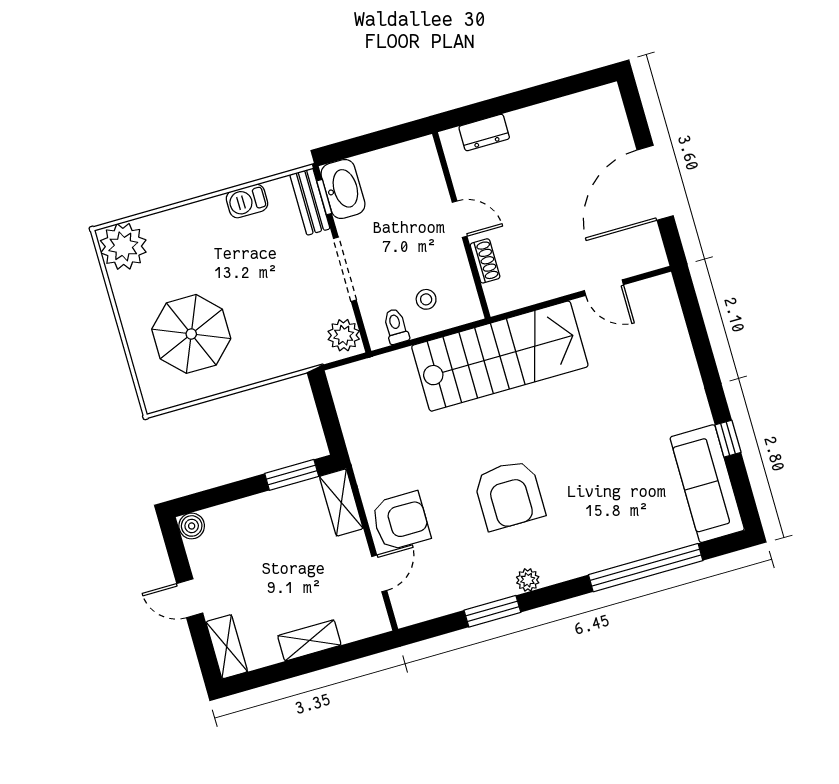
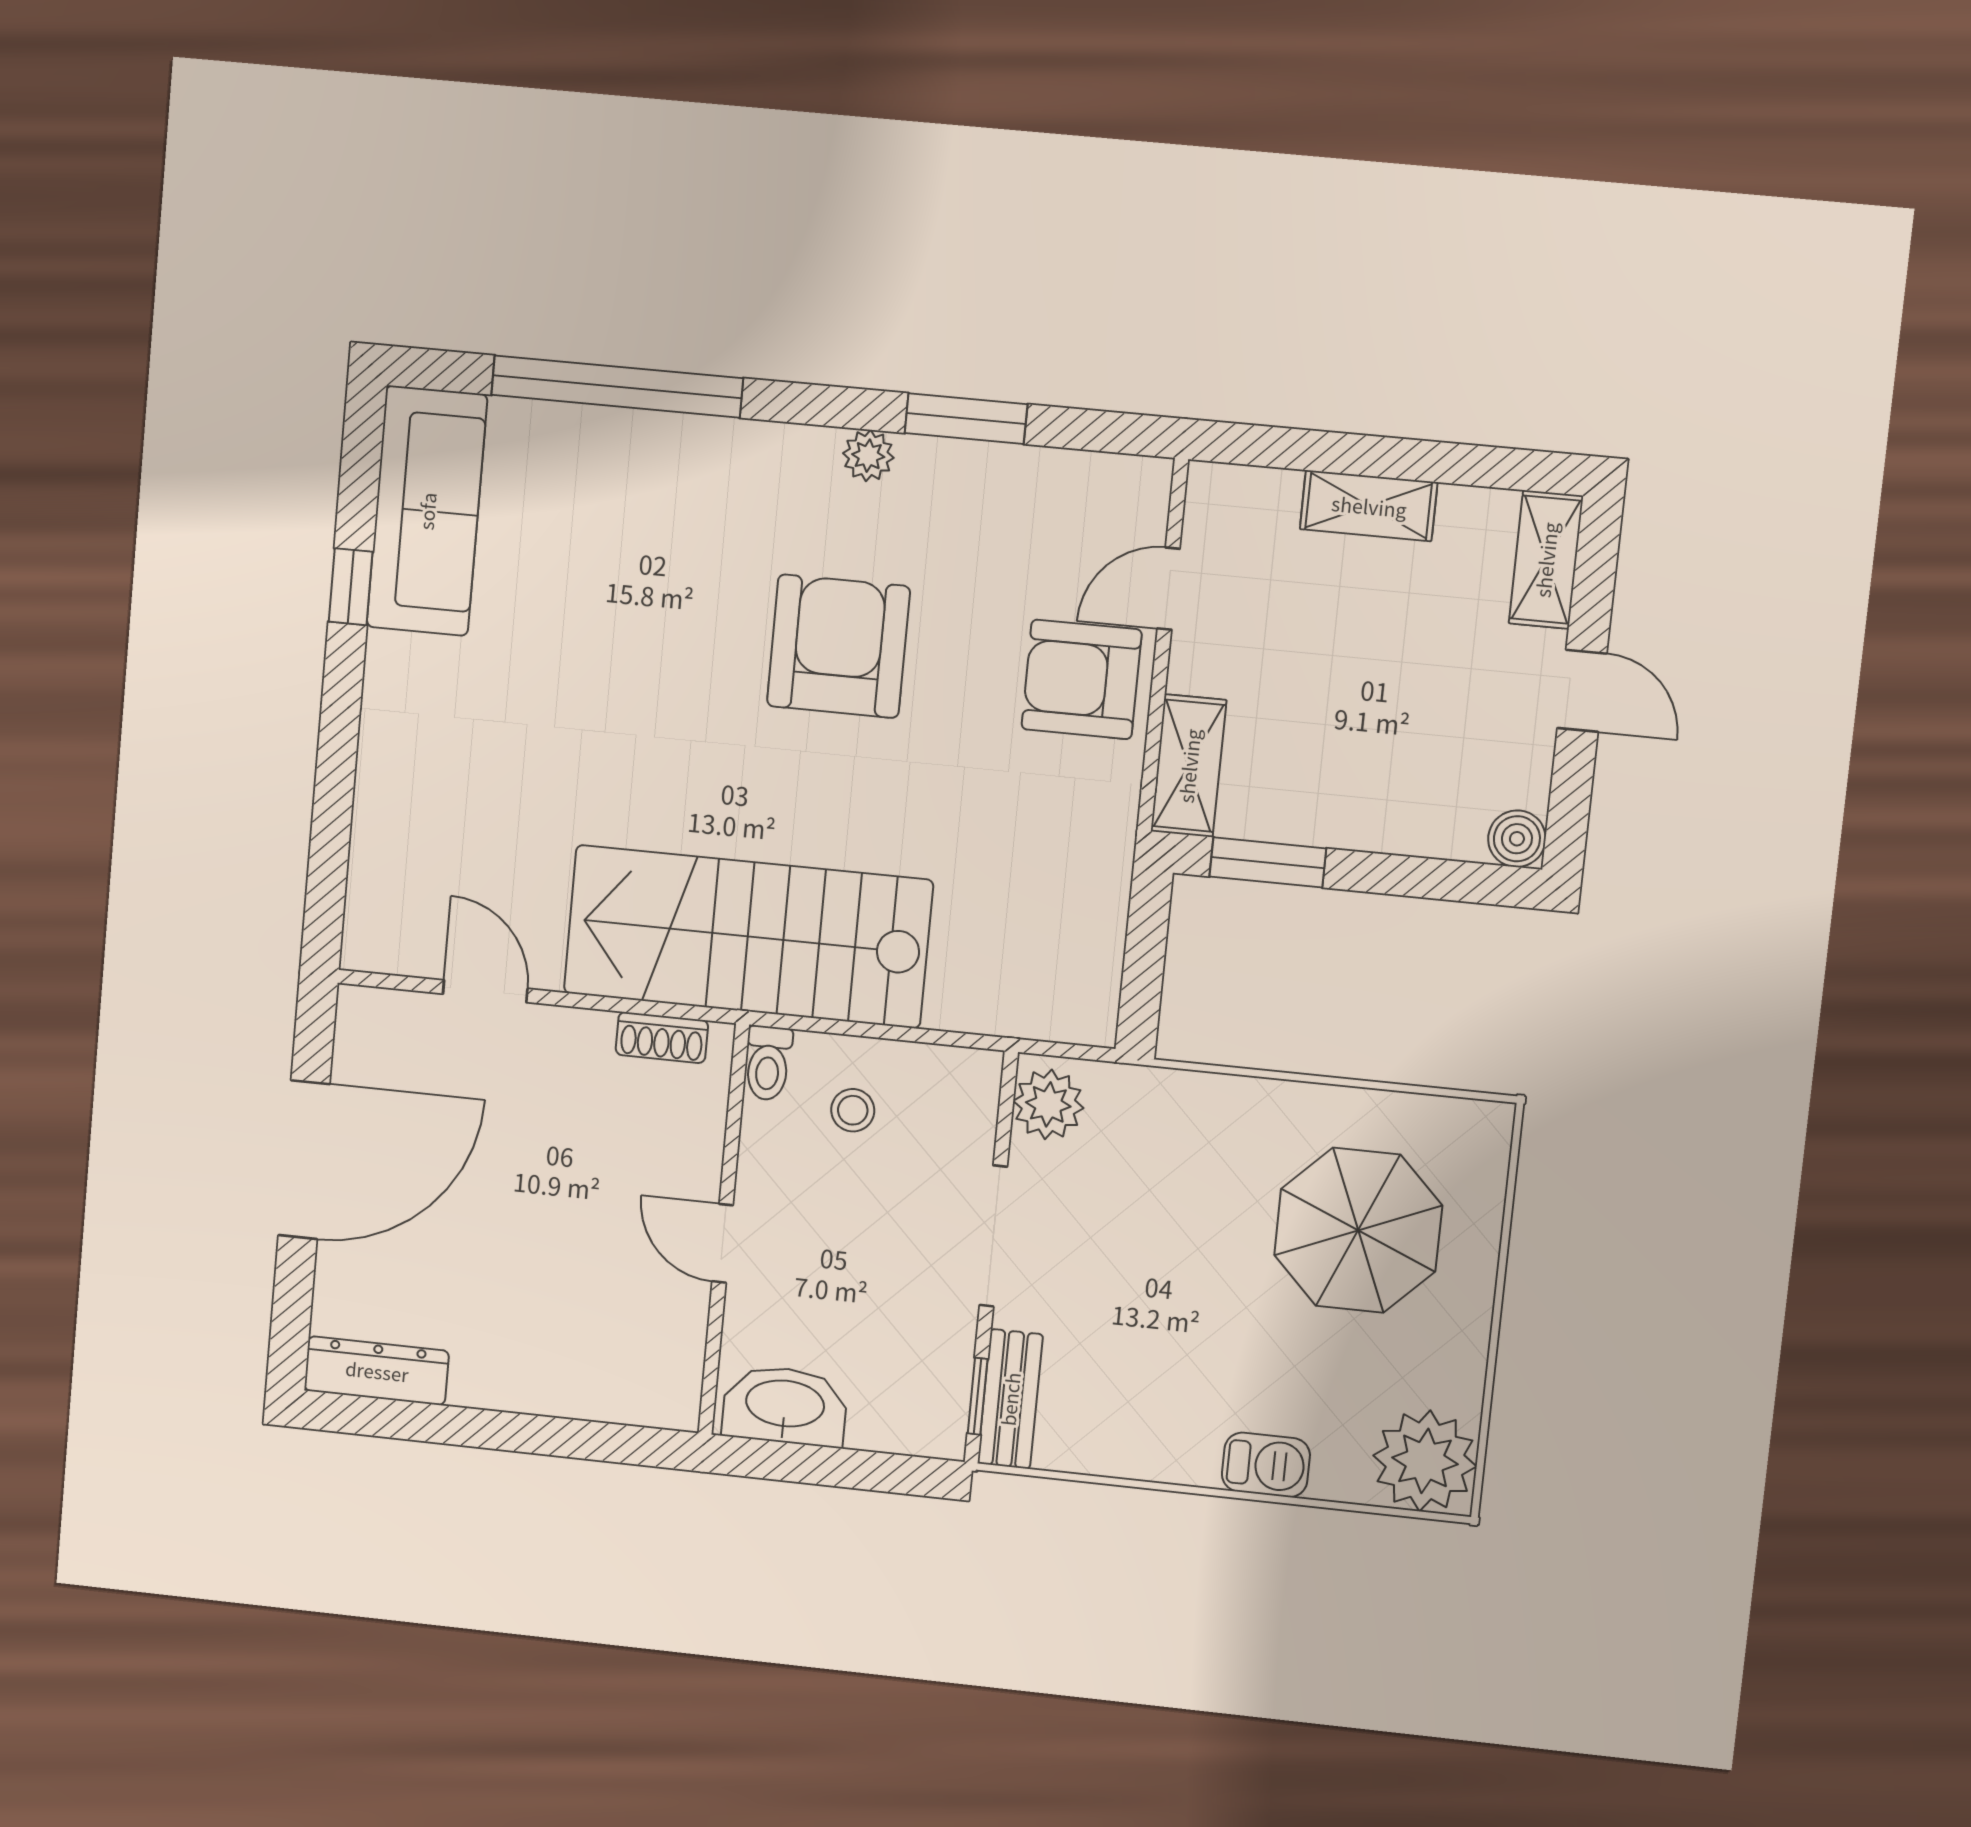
dresser: (484, 133) -> (377, 1371), moved, width x1.44
washbasin: (343, 189) -> (785, 1406), moved, turned 90
barbecue: (247, 201) -> (1266, 1465), moved
shoe rack: (485, 261) -> (662, 1038), moved, turned -90
toilet: (396, 326) -> (768, 1063), moved

